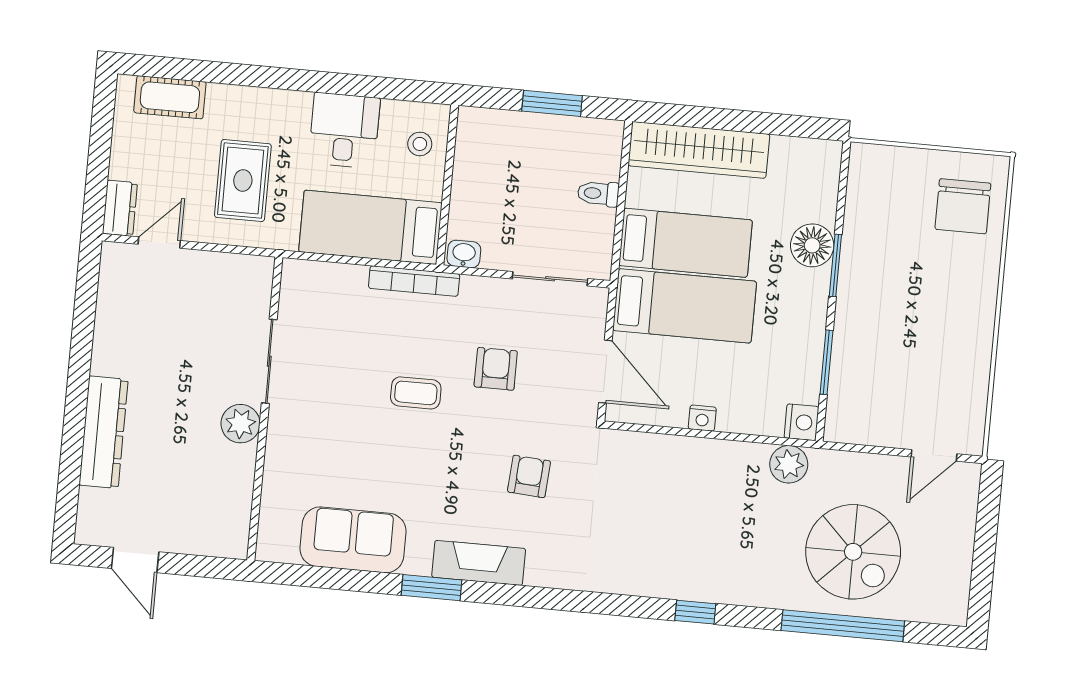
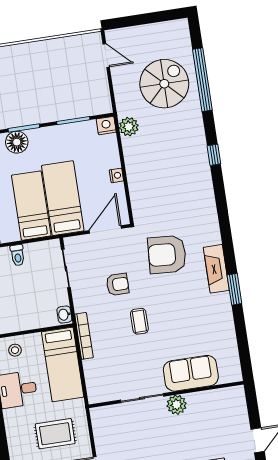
armchair: (496, 369) -> (118, 284), turned 180
armchair: (529, 476) -> (167, 254), width x1.88, depth x1.88
sofa: (353, 540) -> (191, 373), moved, turned 90

